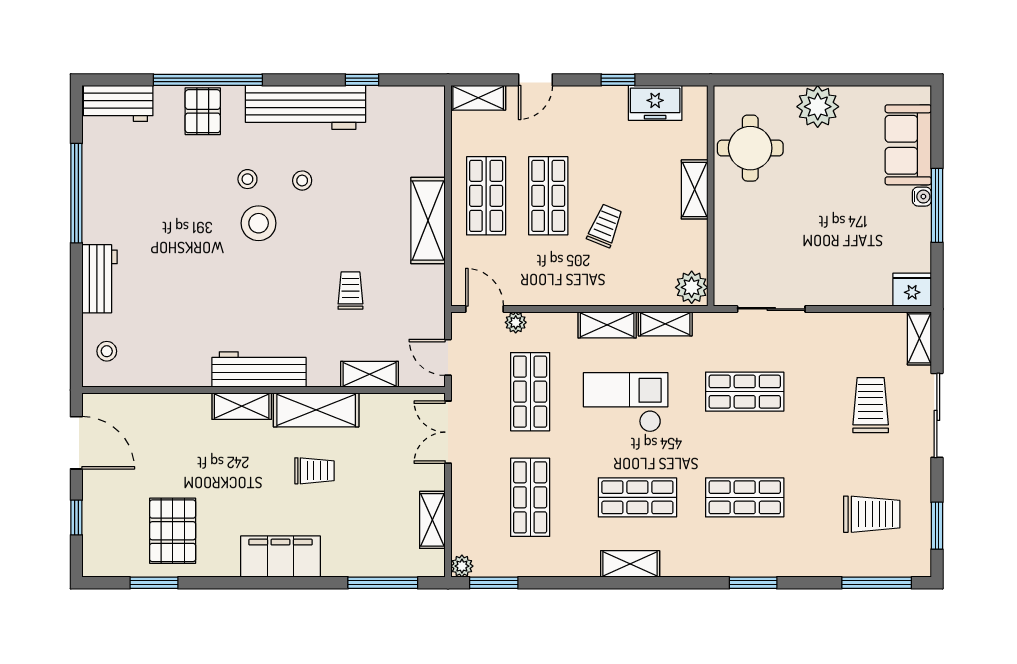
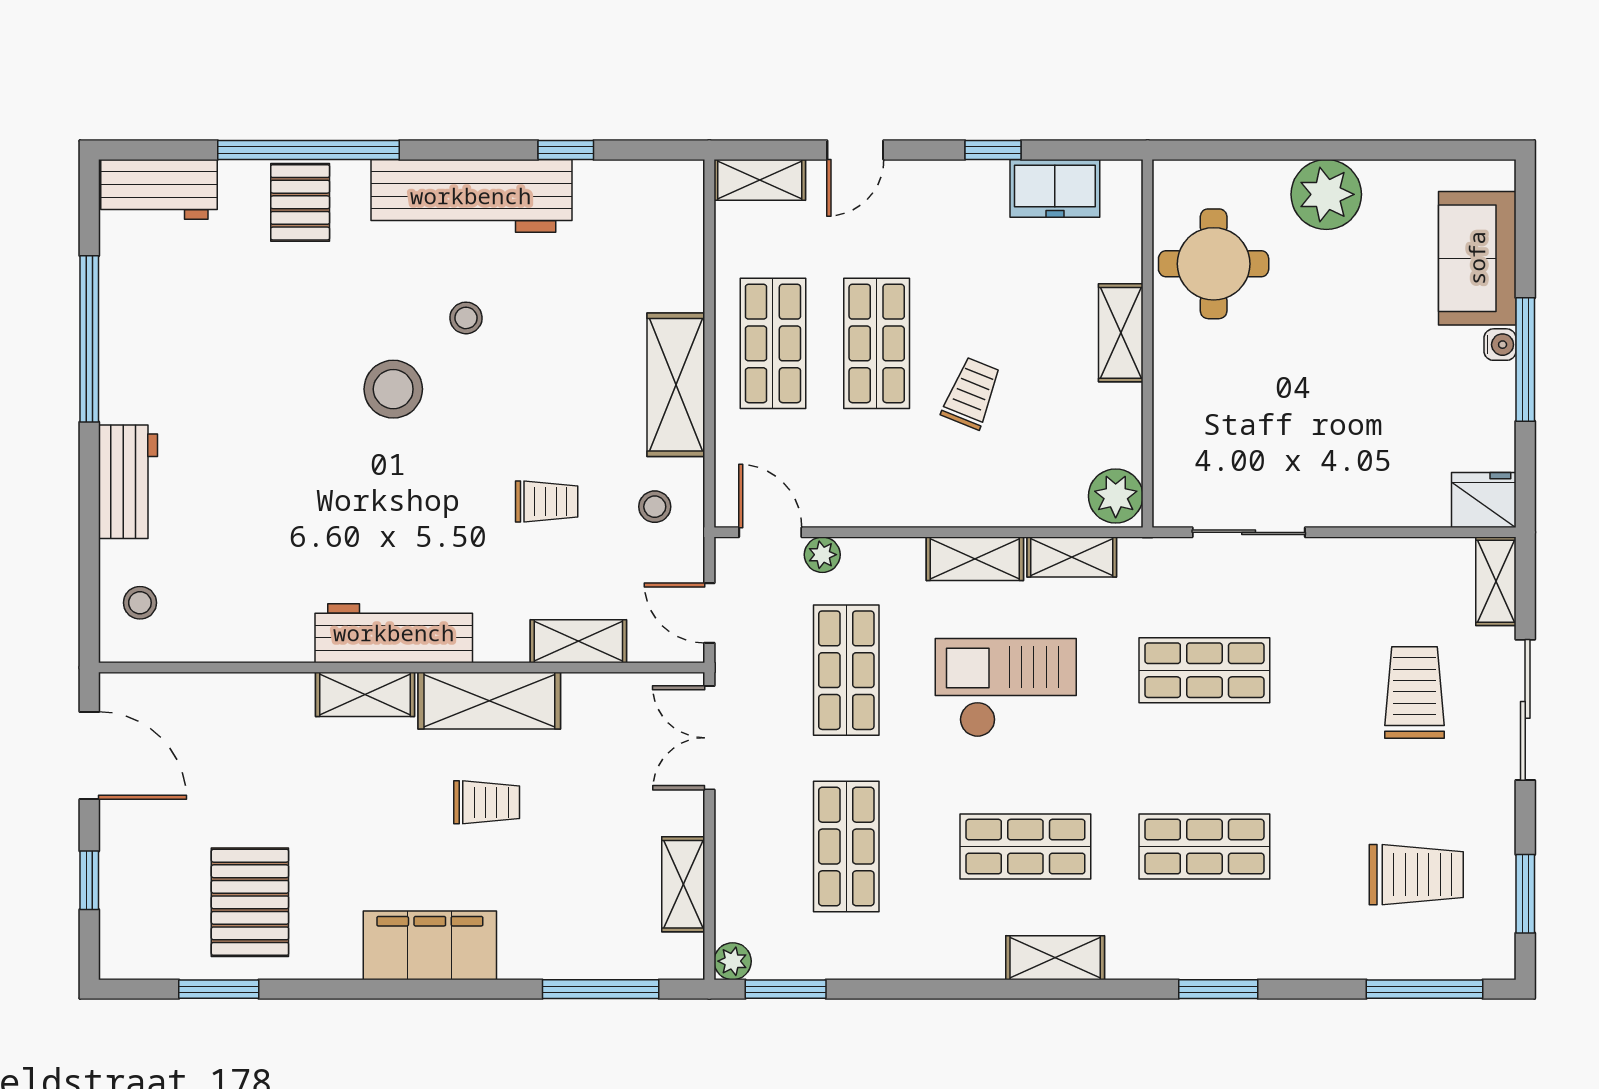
stool: (247, 179) -> (655, 507), moved
trolley: (350, 291) -> (547, 502), turned 90
shelving: (630, 564) -> (1055, 958), moved

